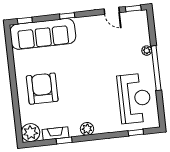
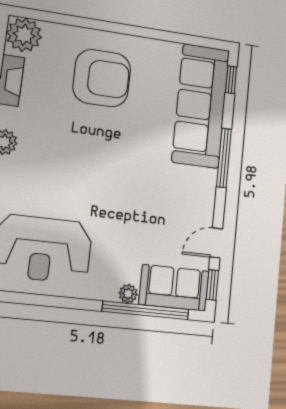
window: (67, 16) -> (224, 158), width x2.17
sofa: (139, 28) -> (174, 288), added
window: (156, 68) -> (146, 310), moved

